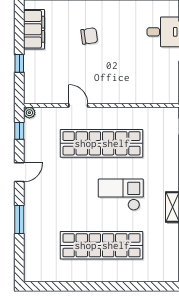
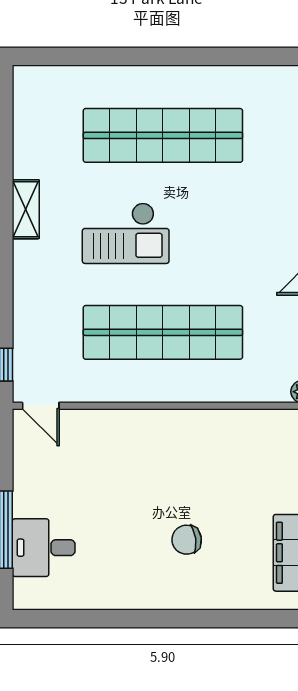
door: (78, 105) -> (41, 406), moved

